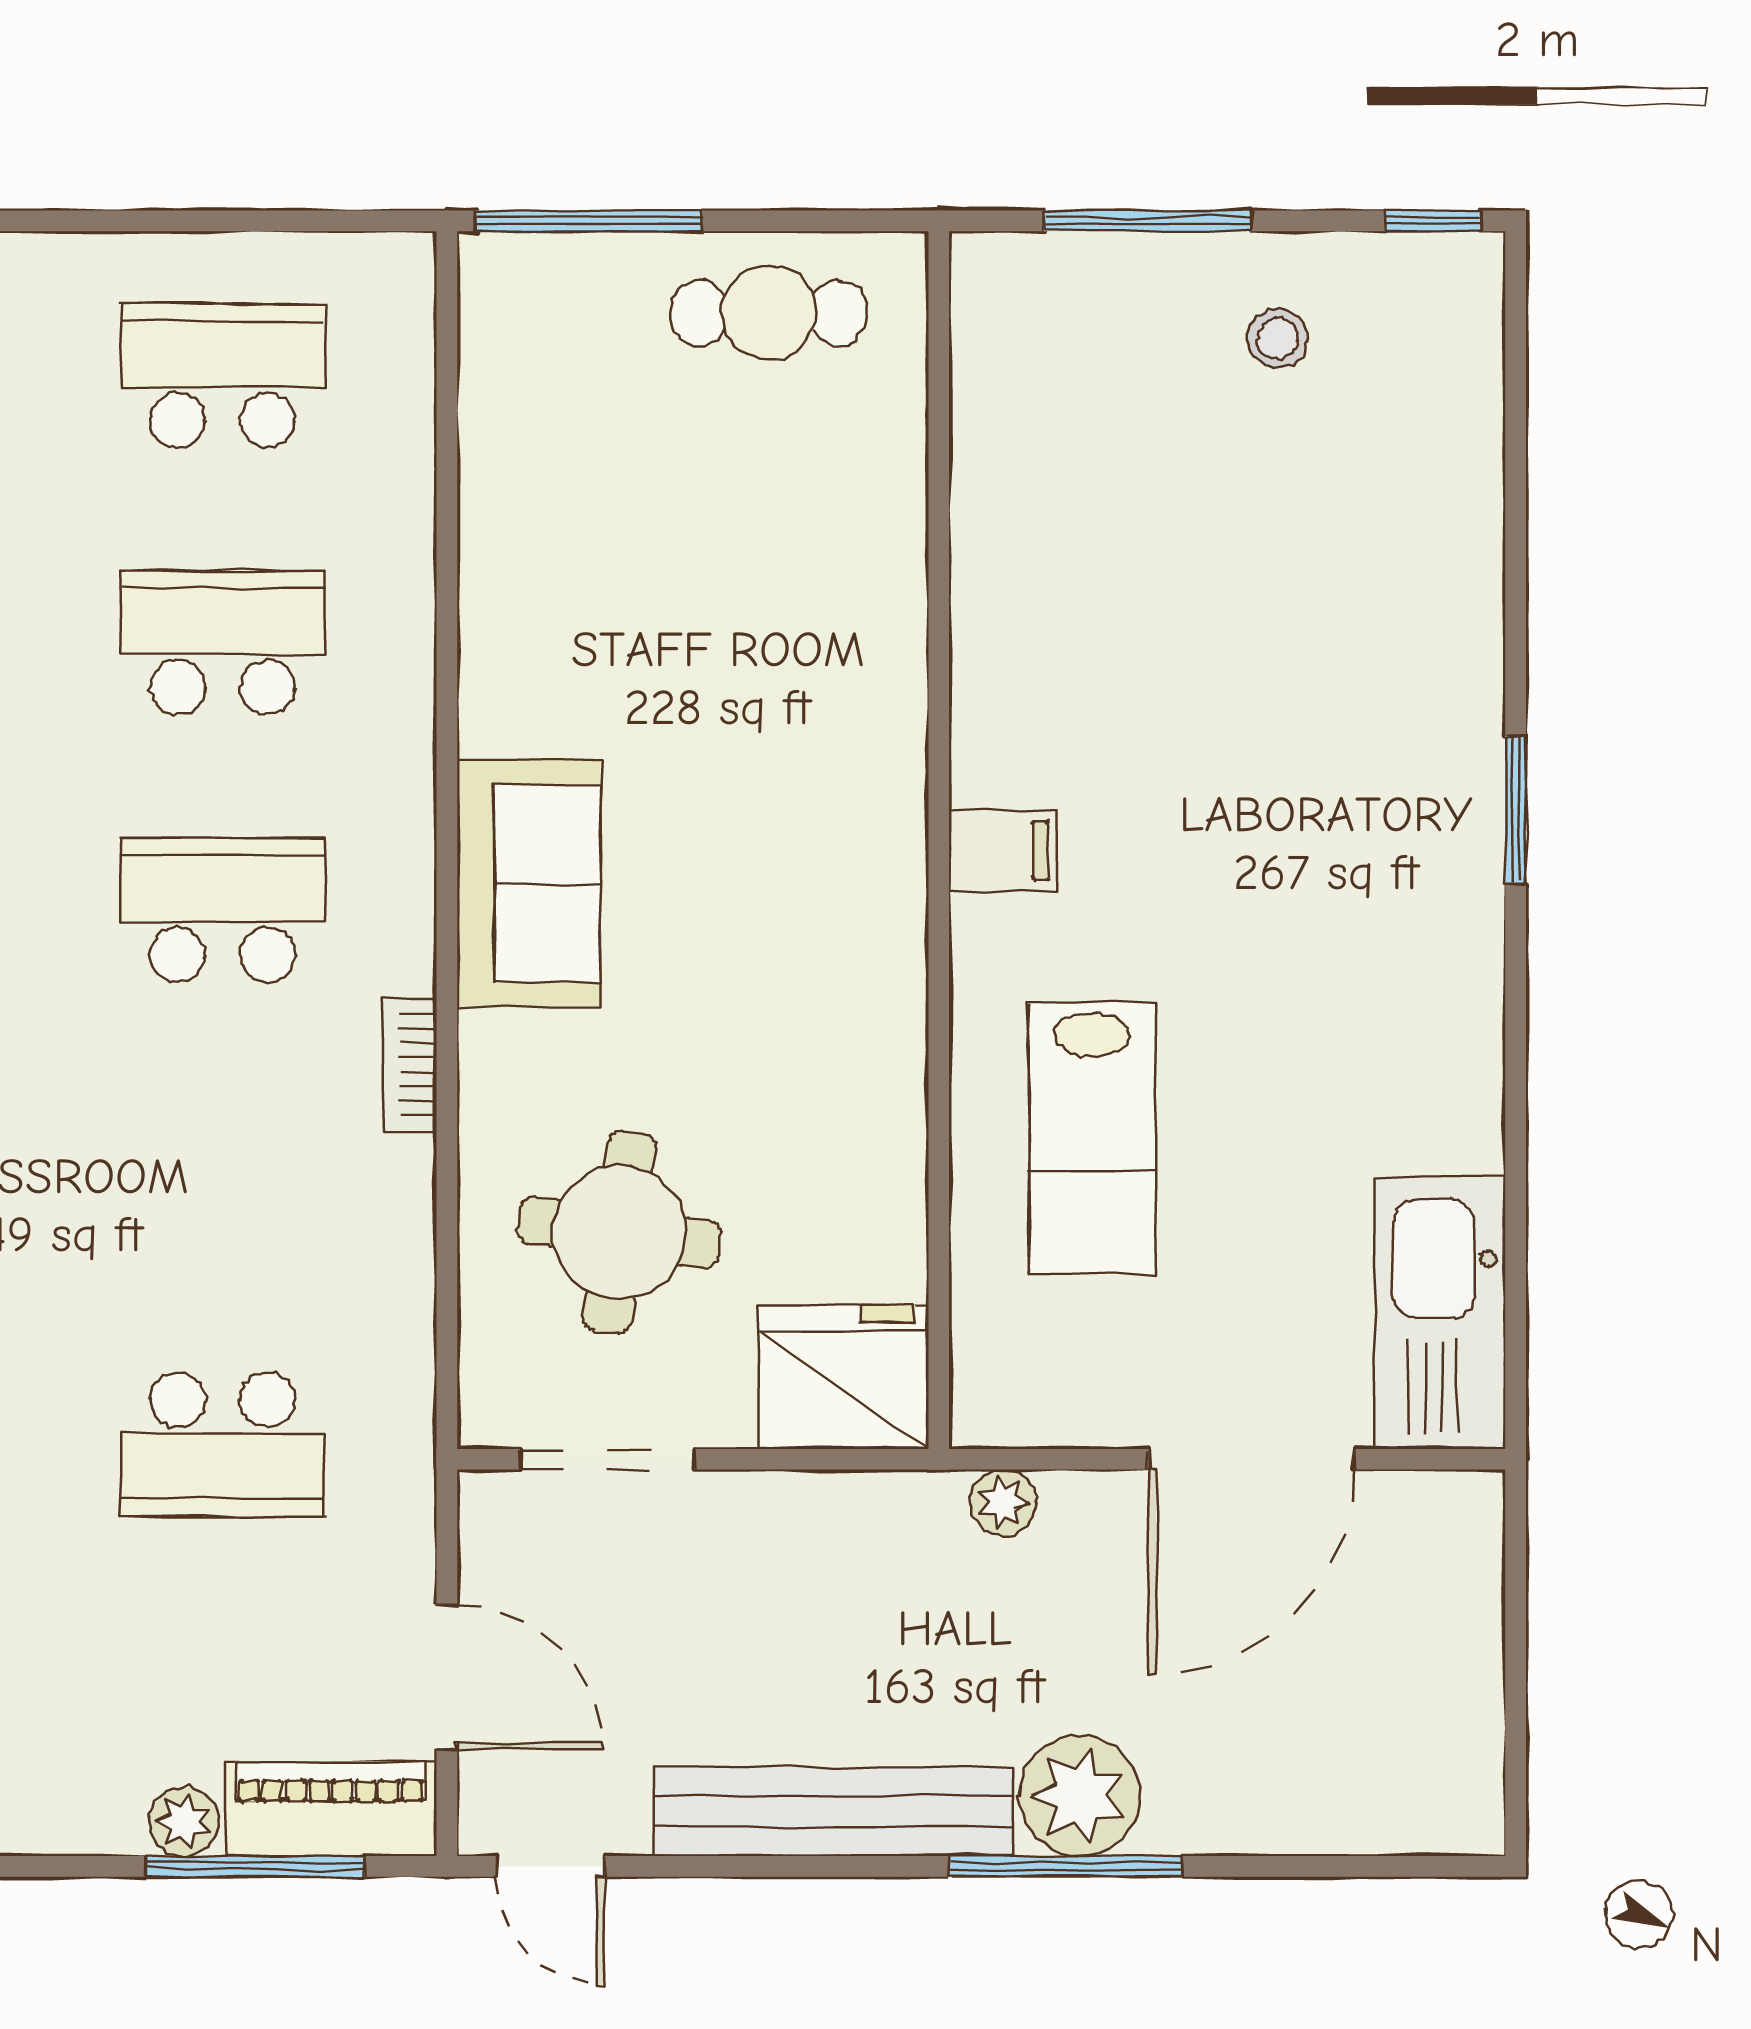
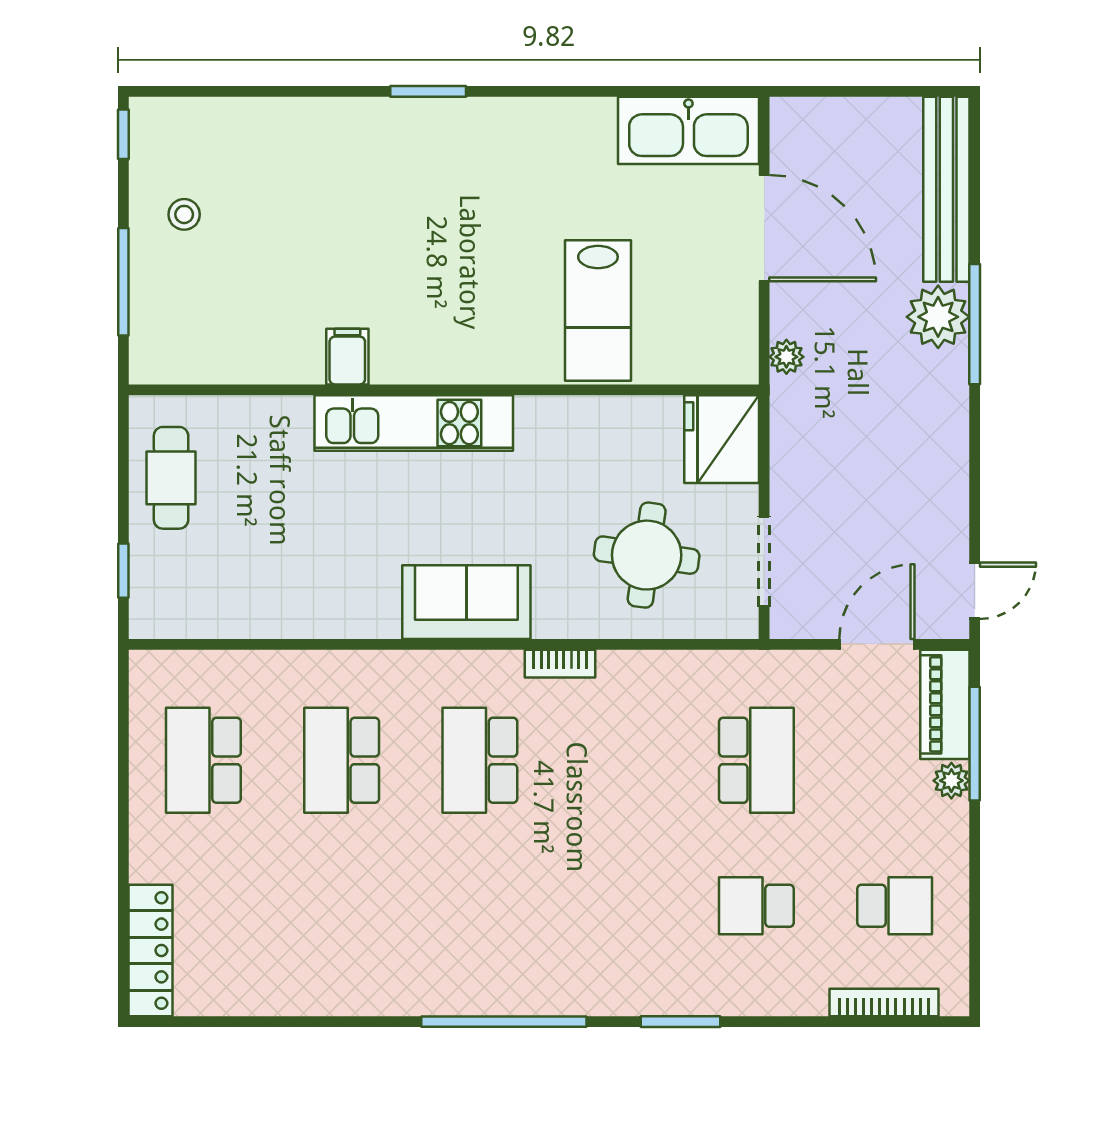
window: (589, 221) -> (123, 571), width x0.46
kitchen unit: (875, 782) -> (414, 423), added
filing cabinet: (1003, 851) -> (347, 357), moved
lab bench: (1092, 1138) -> (598, 310), turned 90
bench: (833, 1812) -> (946, 189), moved

